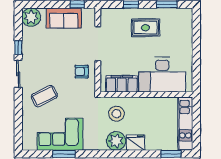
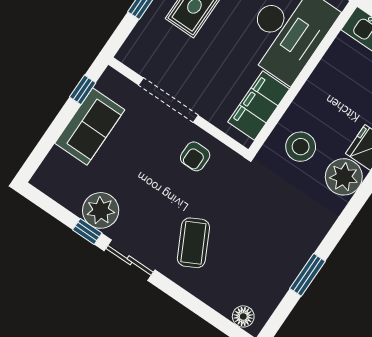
plant: (31, 17) -> (101, 210), moved
corner sofa: (60, 134) -> (272, 259), removed
floor lamp: (27, 139) -> (243, 316), added

